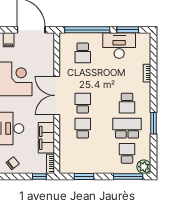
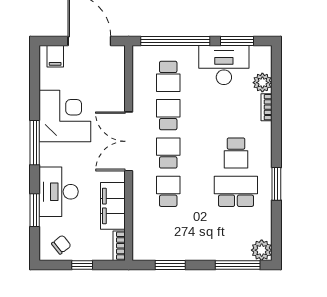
plant: (144, 57) -> (262, 83), added
school desk: (127, 153) -> (168, 115), moved
window: (39, 176) -> (82, 265), moved

